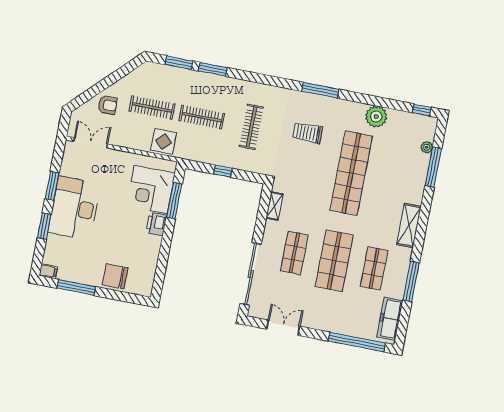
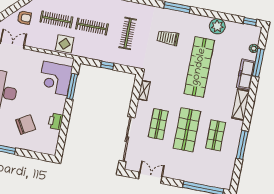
printer: (156, 224) -> (56, 121), moved
chair: (115, 276) -> (26, 125), moved, turned 149
freezer: (390, 319) -> (246, 74), moved

